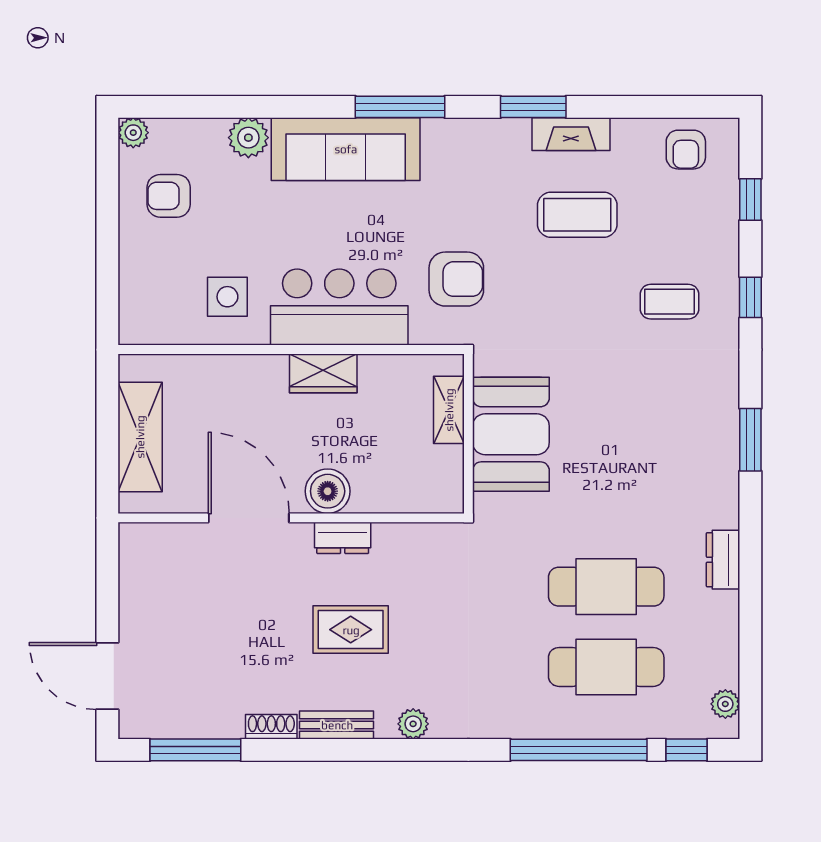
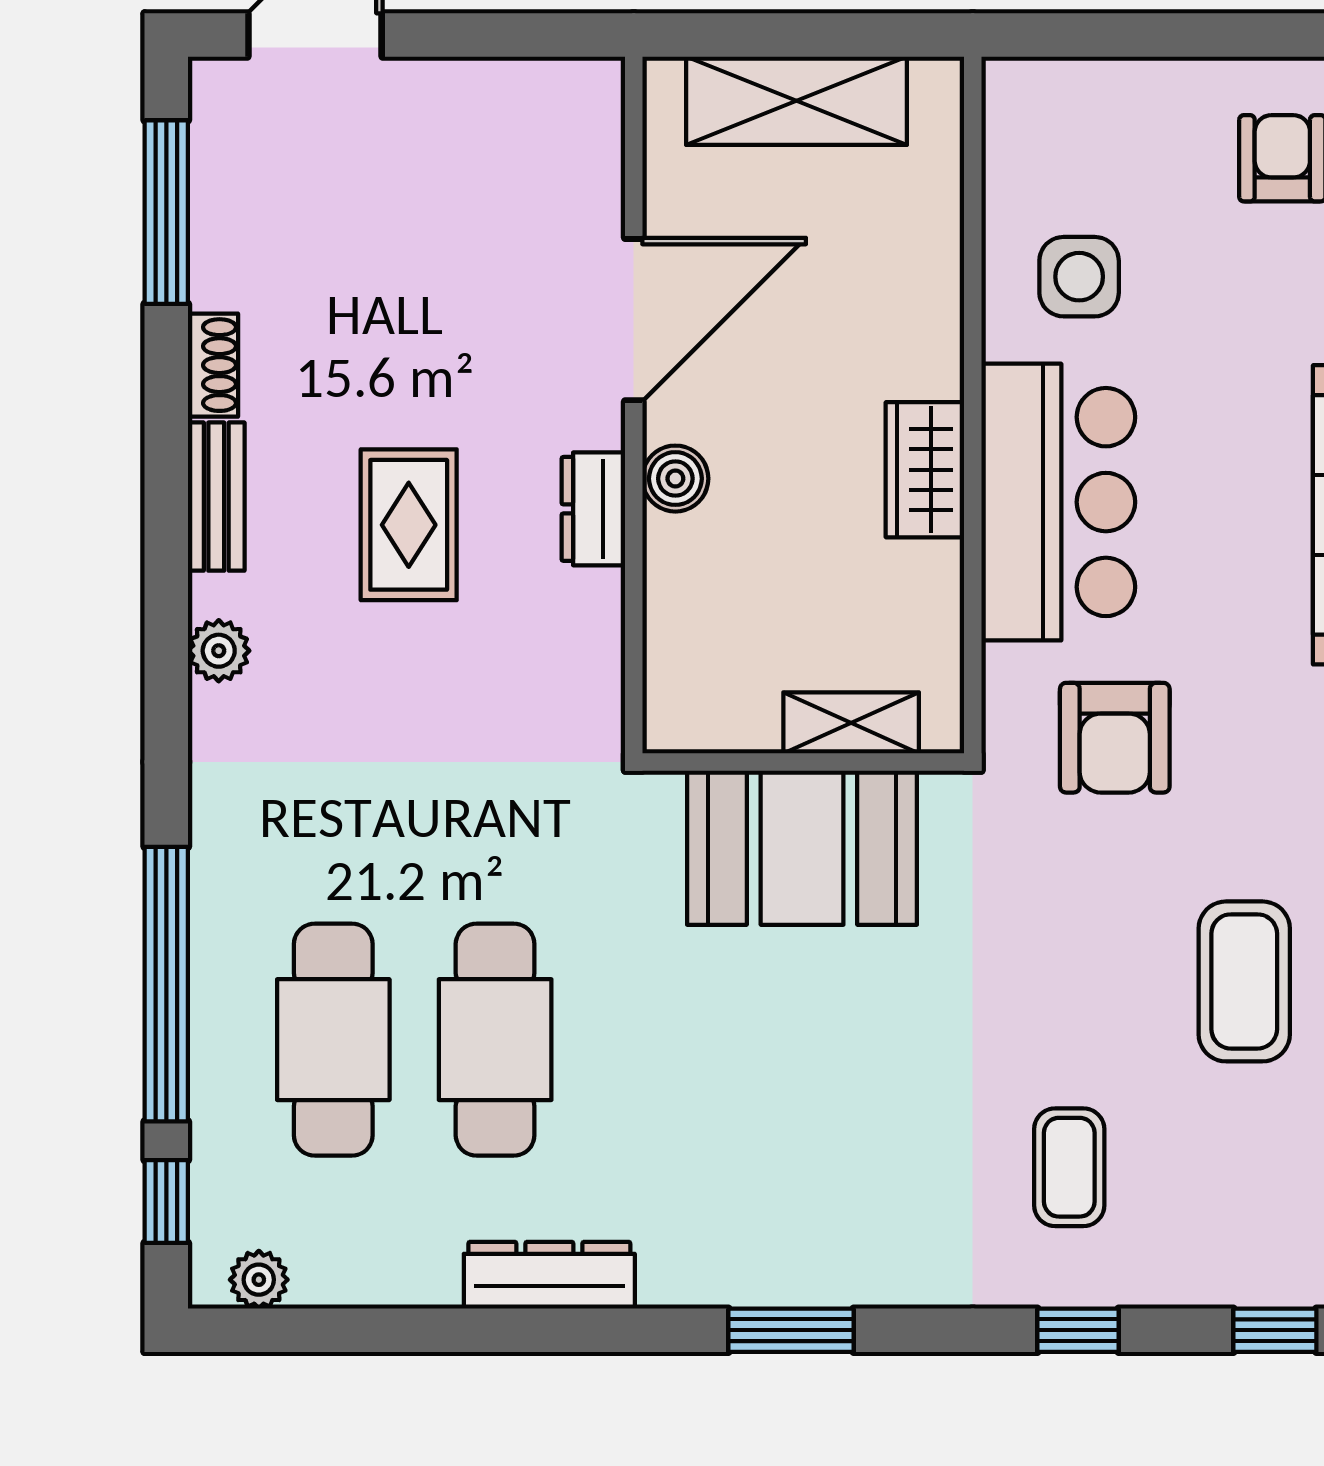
boiler: (328, 491) -> (675, 479), width x0.73, depth x0.73
dresser: (723, 560) -> (549, 1275), width x1.44

